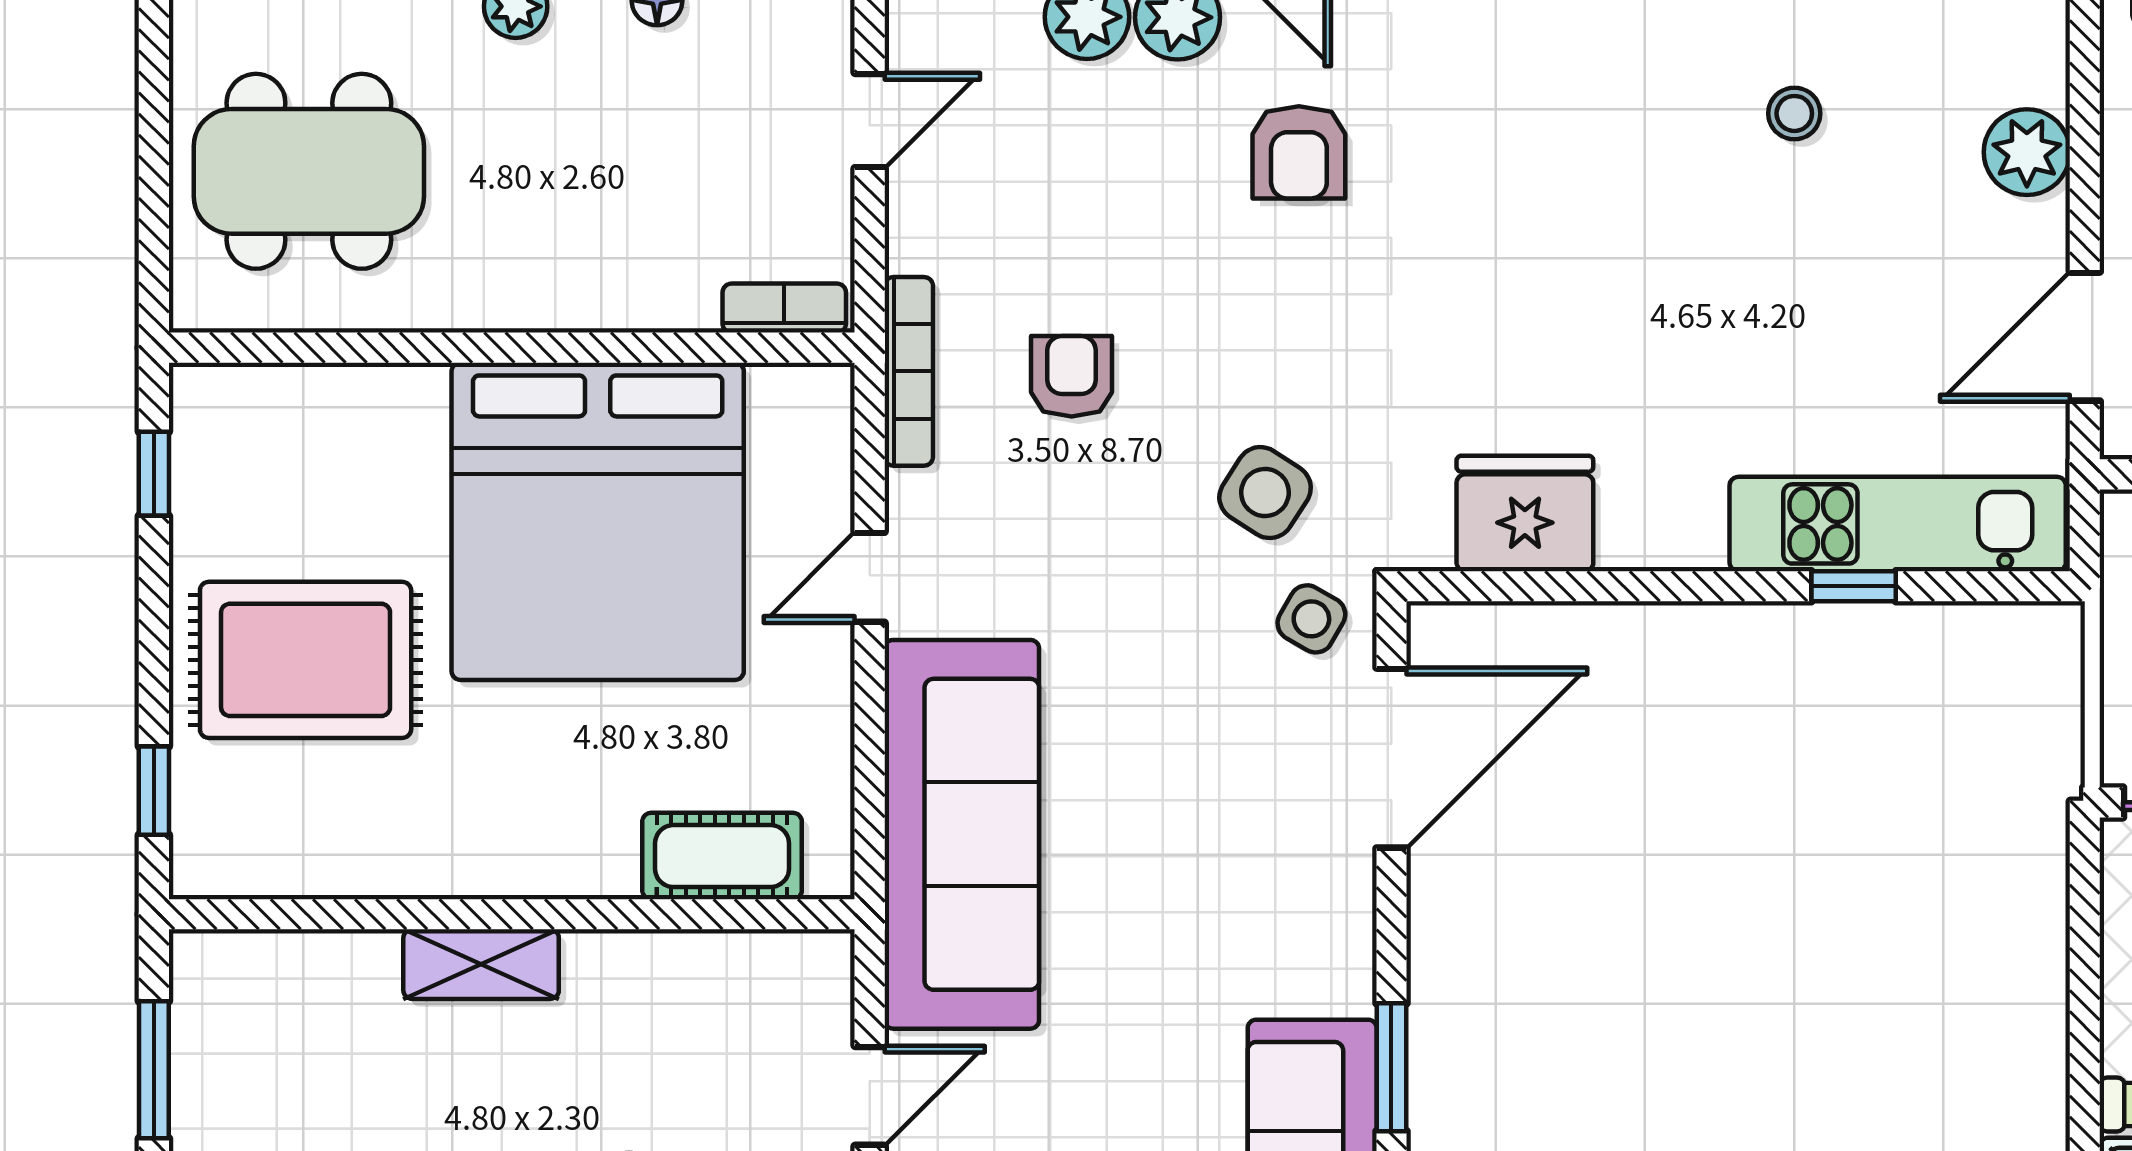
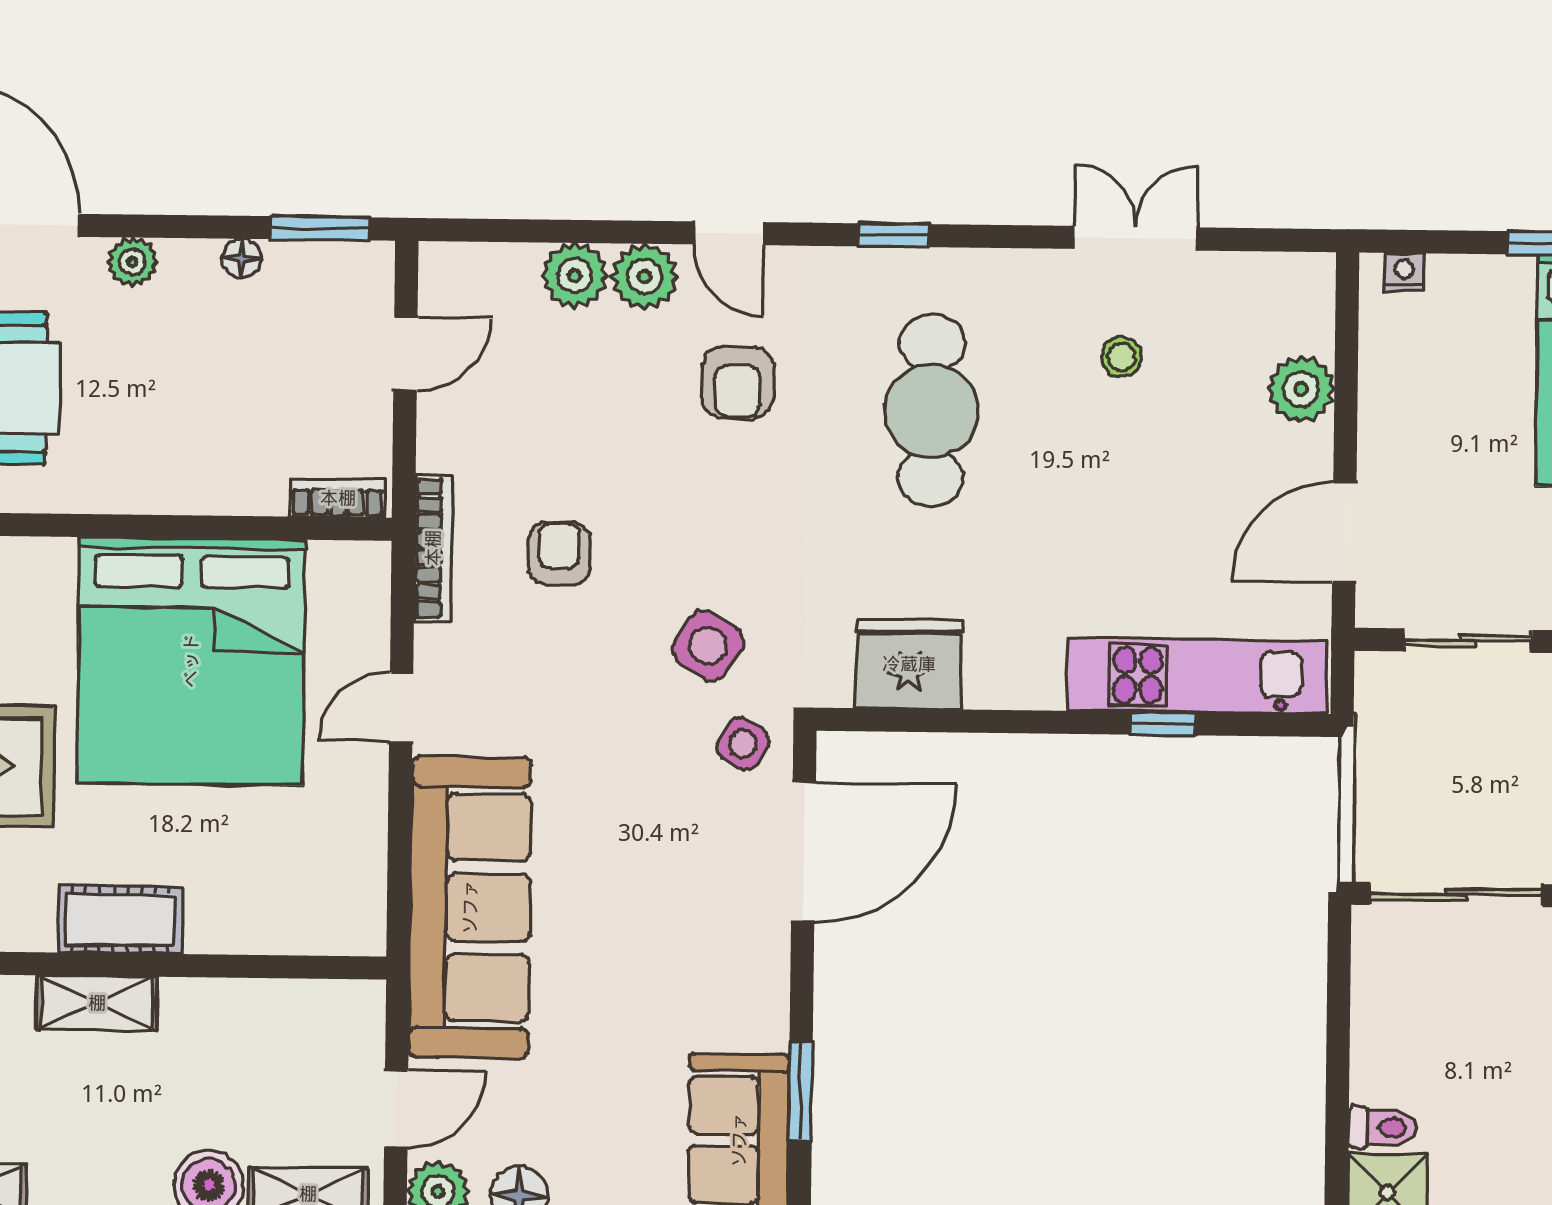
cafe table: (1549, 186) -> (931, 411), added
cot: (722, 856) -> (120, 920), moved

